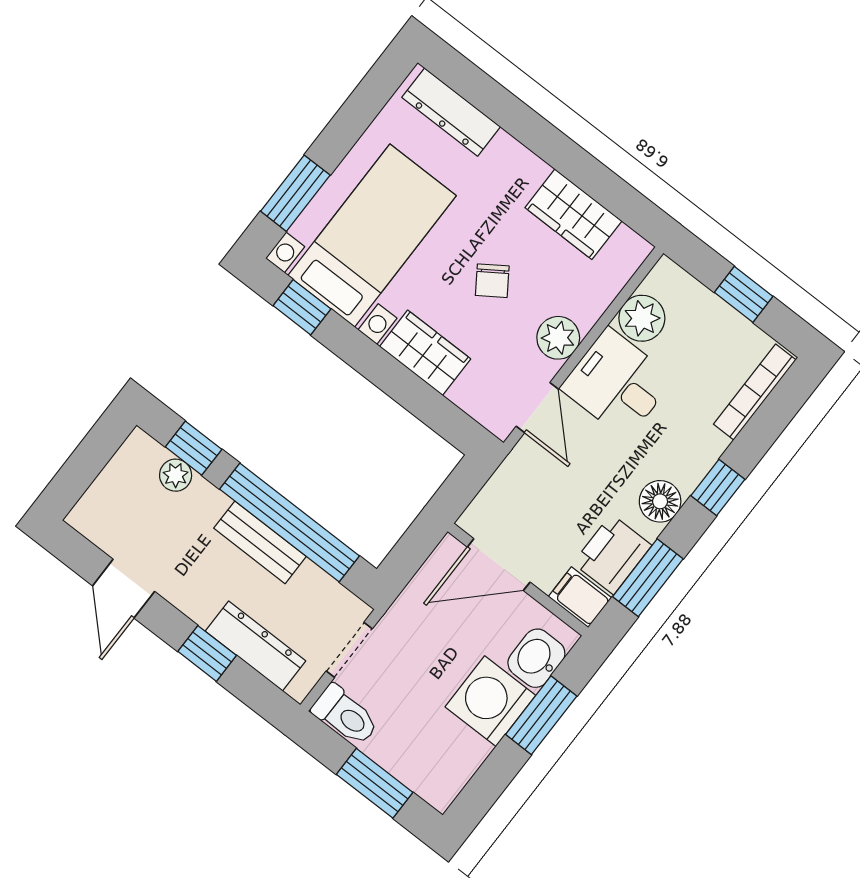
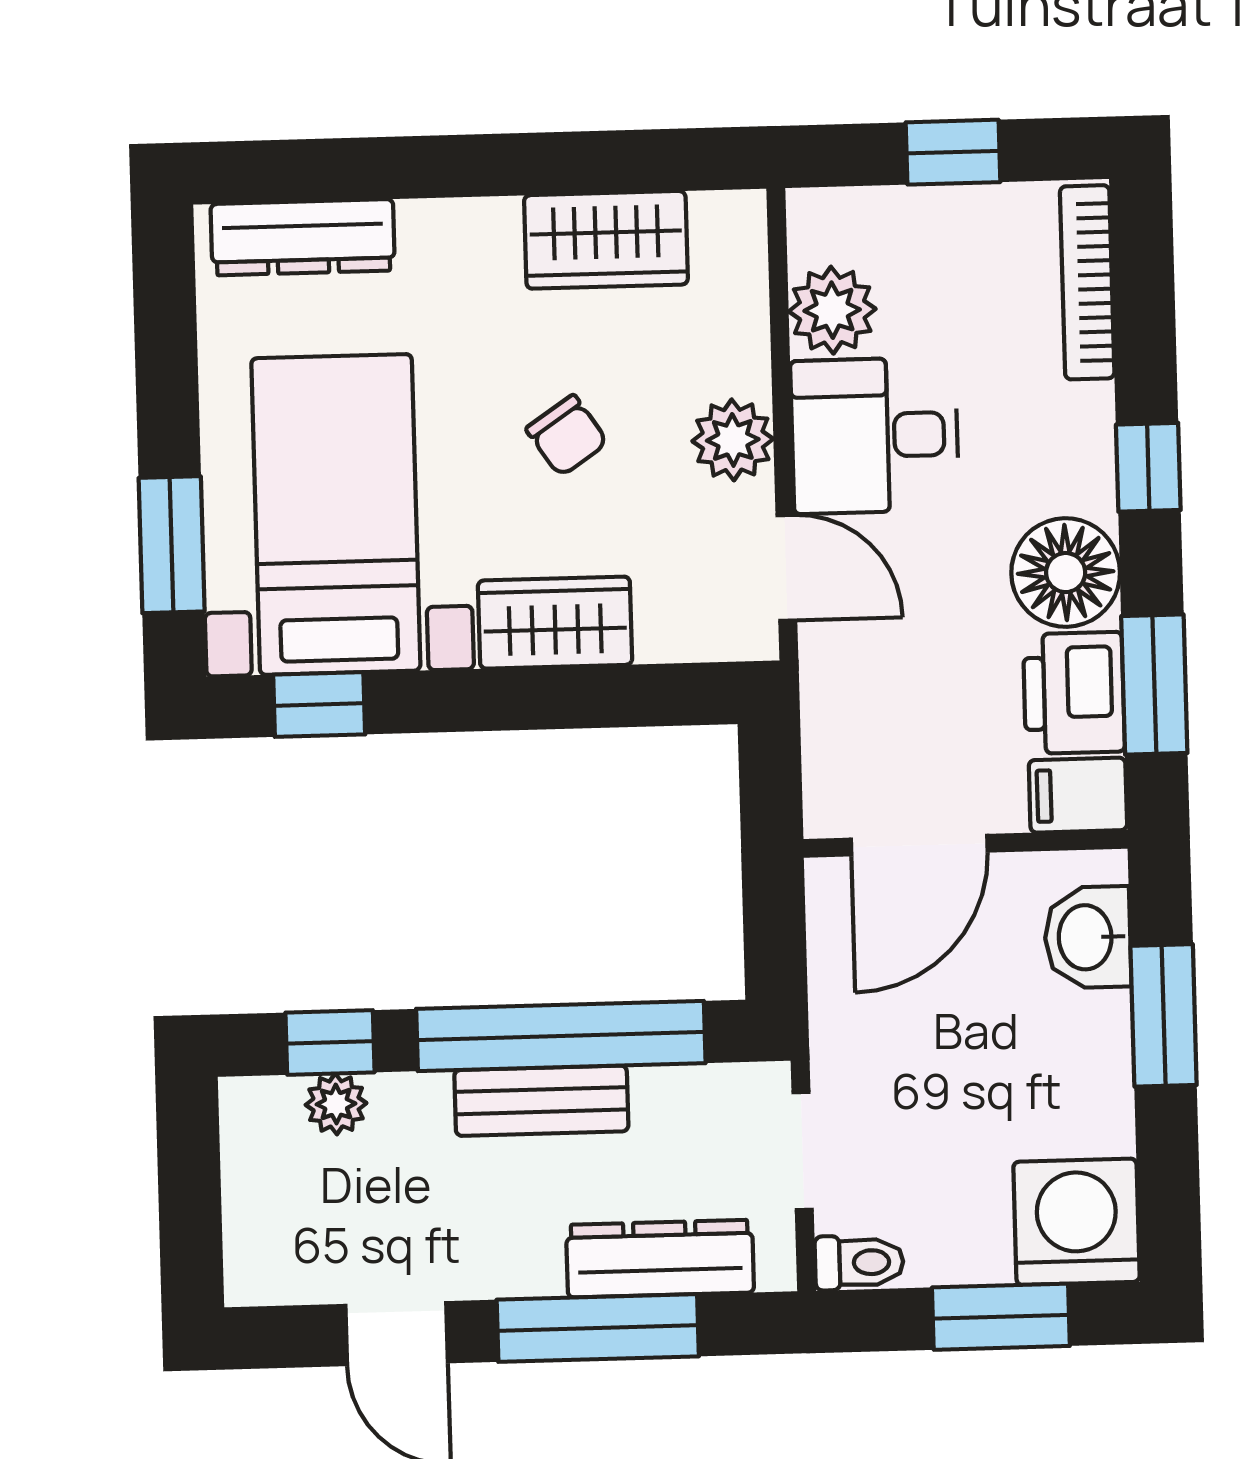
floor lamp: (660, 501) -> (1066, 573), width x1.38, depth x1.38
window: (207, 653) -> (598, 1328), width x2.17
washing machine: (490, 701) -> (1076, 1222), moved, turned 90
toilet: (345, 715) -> (859, 1262), width x0.73, depth x0.72

